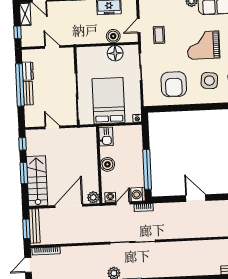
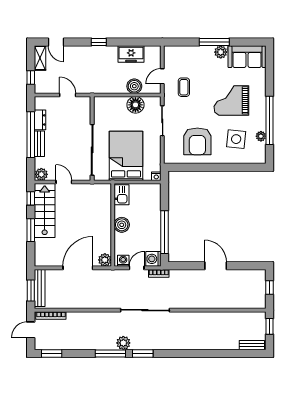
plant: (31, 121) -> (41, 174), added
stairs: (37, 181) -> (45, 211), moved

